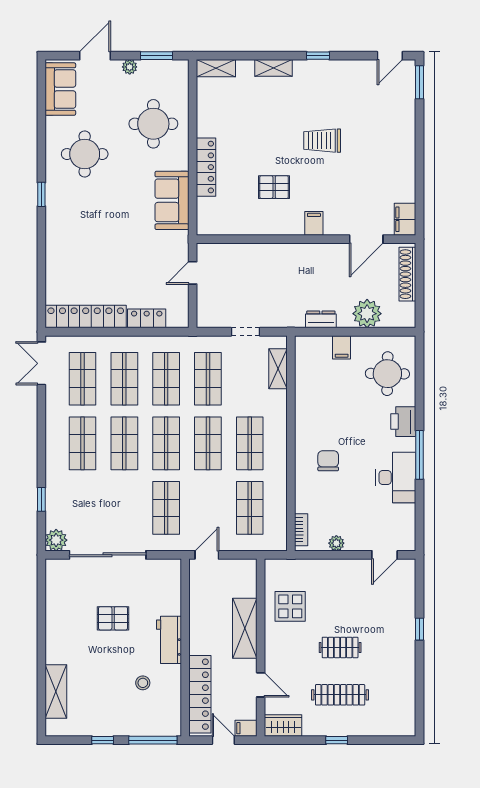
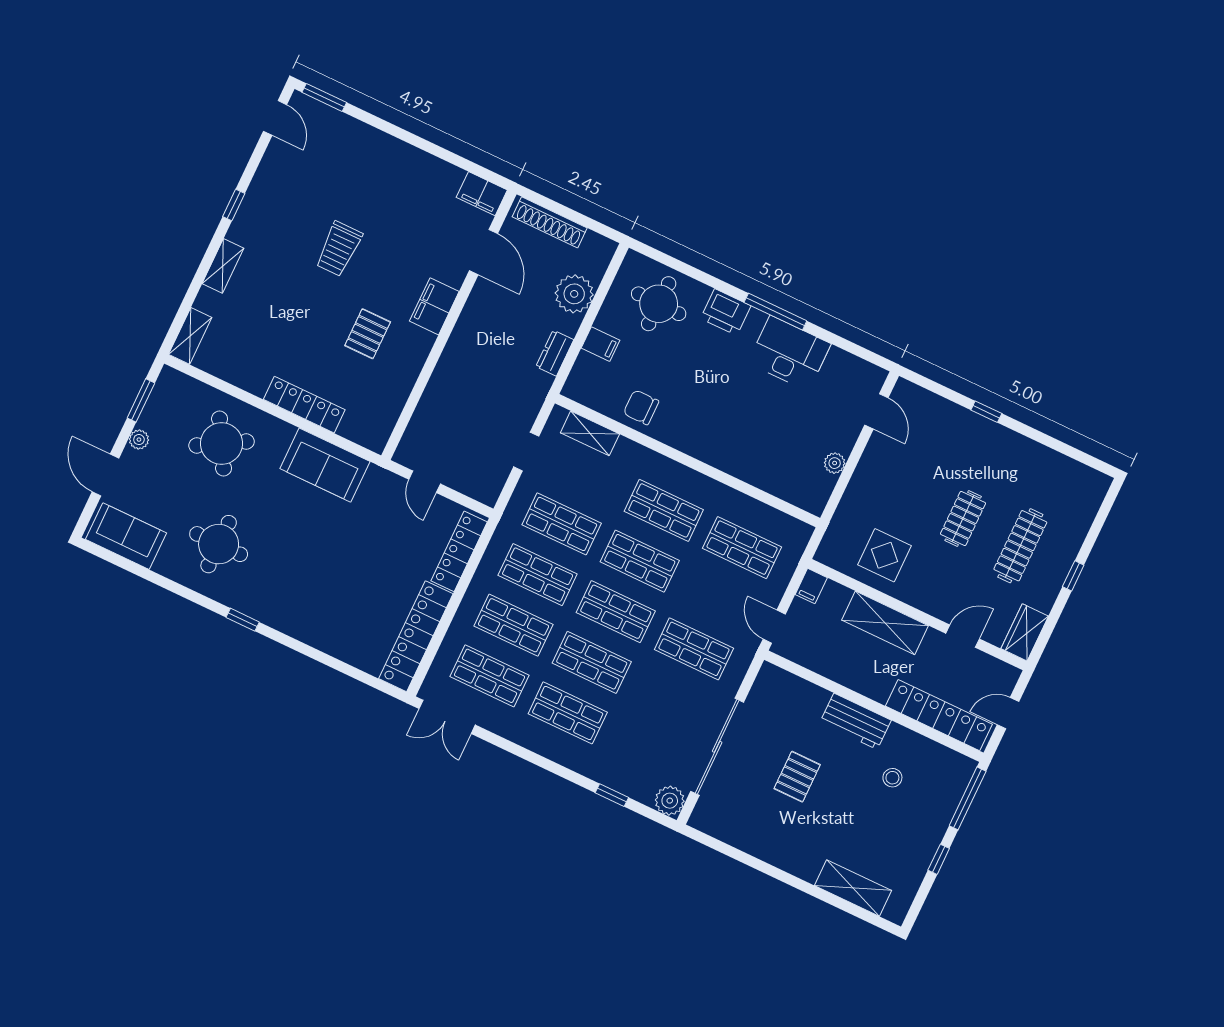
round table: (153, 124) -> (222, 443), turned -30
filing cabinet: (314, 223) -> (434, 306), width x2.00
locker: (147, 318) -> (459, 551), width x1.53
chair: (328, 461) -> (641, 407), moved
bookcase: (301, 530) -> (798, 498), removed
filing cabinet: (246, 728) -> (811, 586), moved

